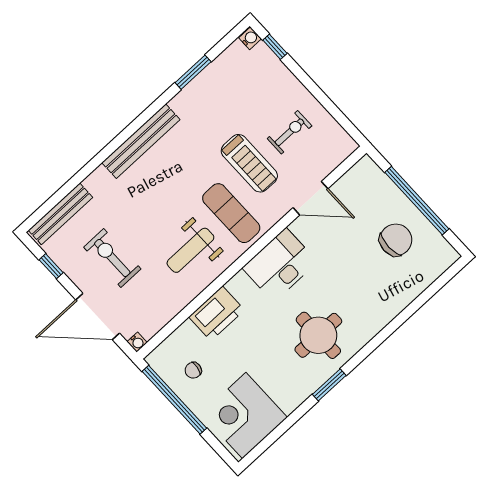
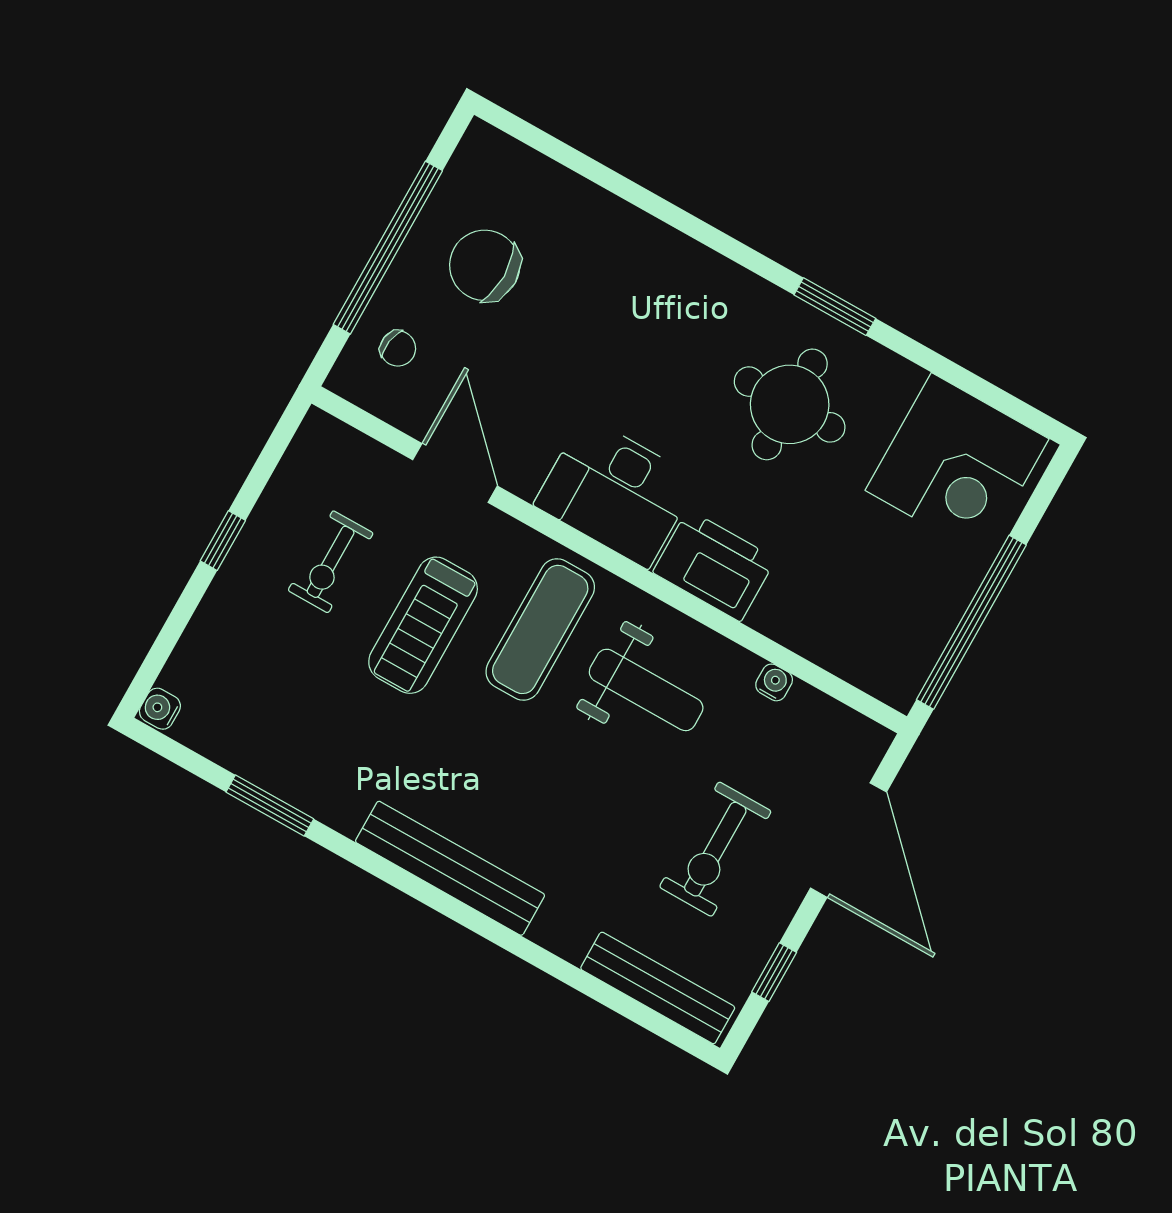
window: (275, 47) -> (223, 541), moved
exercise bike: (290, 132) -> (331, 562), turned -90
treadmill: (249, 163) -> (423, 625), turned 180
printer: (217, 313) -> (714, 566), moved
round table: (318, 335) -> (790, 404), moved
water cooler: (137, 342) -> (774, 682), moved
chair: (193, 370) -> (398, 348), moved

